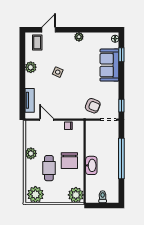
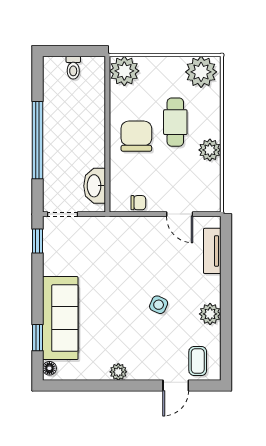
sofa: (109, 65) -> (60, 318), width x1.36
armchair: (93, 106) -> (92, 241), removed
washbasin: (91, 165) -> (95, 186), moved

